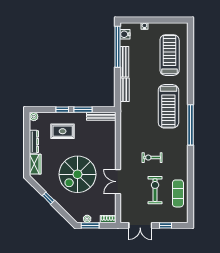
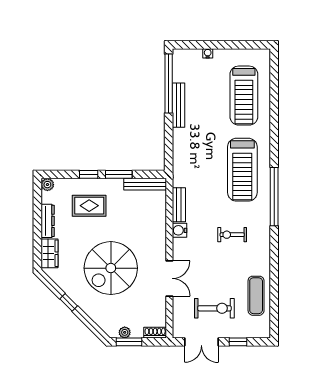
water cooler: (125, 34) -> (179, 230), moved
treadmill: (170, 55) -> (244, 96), turned 180
bench: (125, 90) -> (179, 205), moved
exercise bike: (152, 158) -> (232, 235), moved
double door: (118, 182) -> (169, 278), swing flipped
exercise bike: (155, 190) -> (214, 308), moved, turned 90

